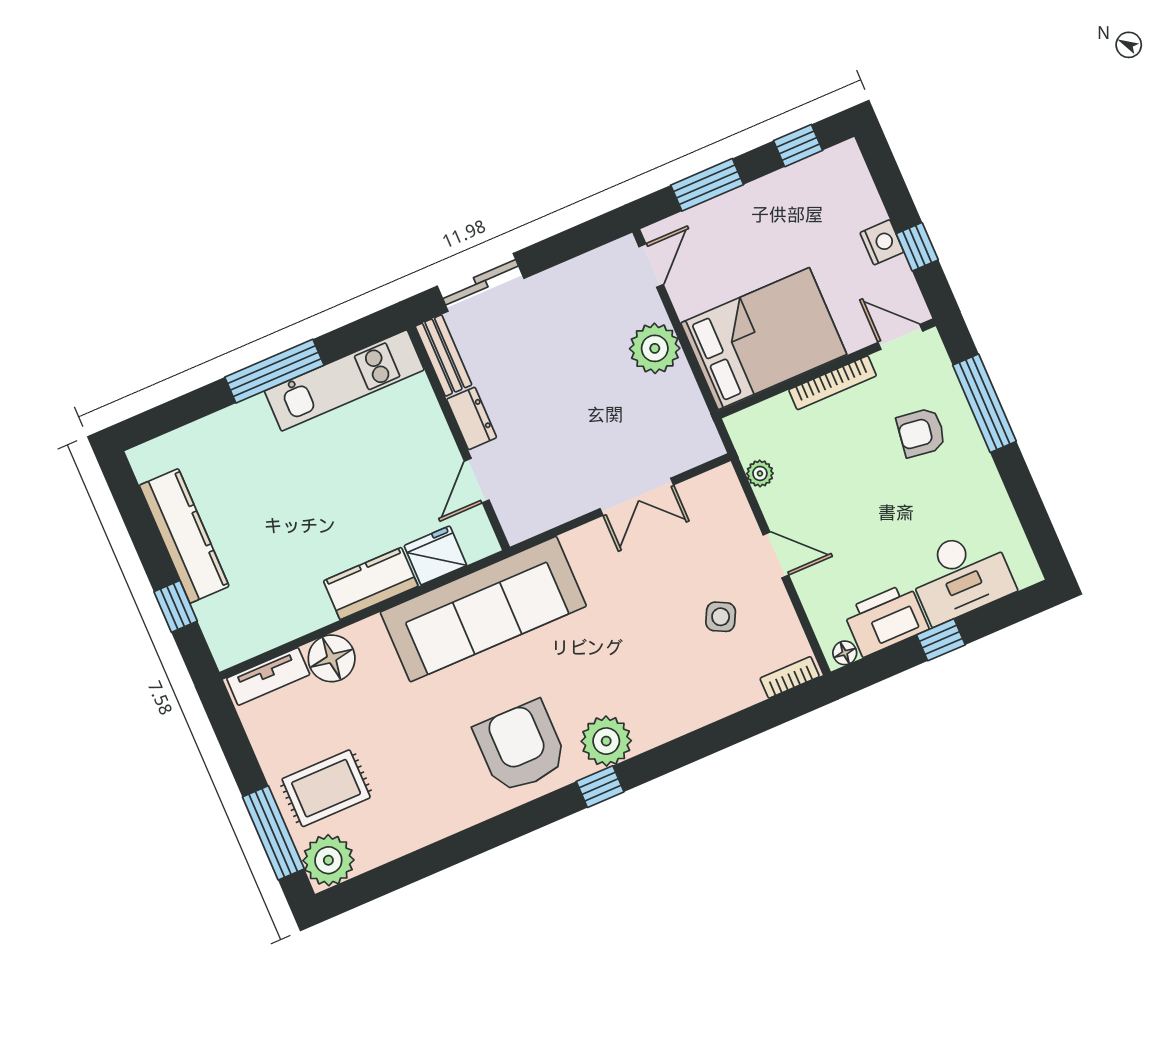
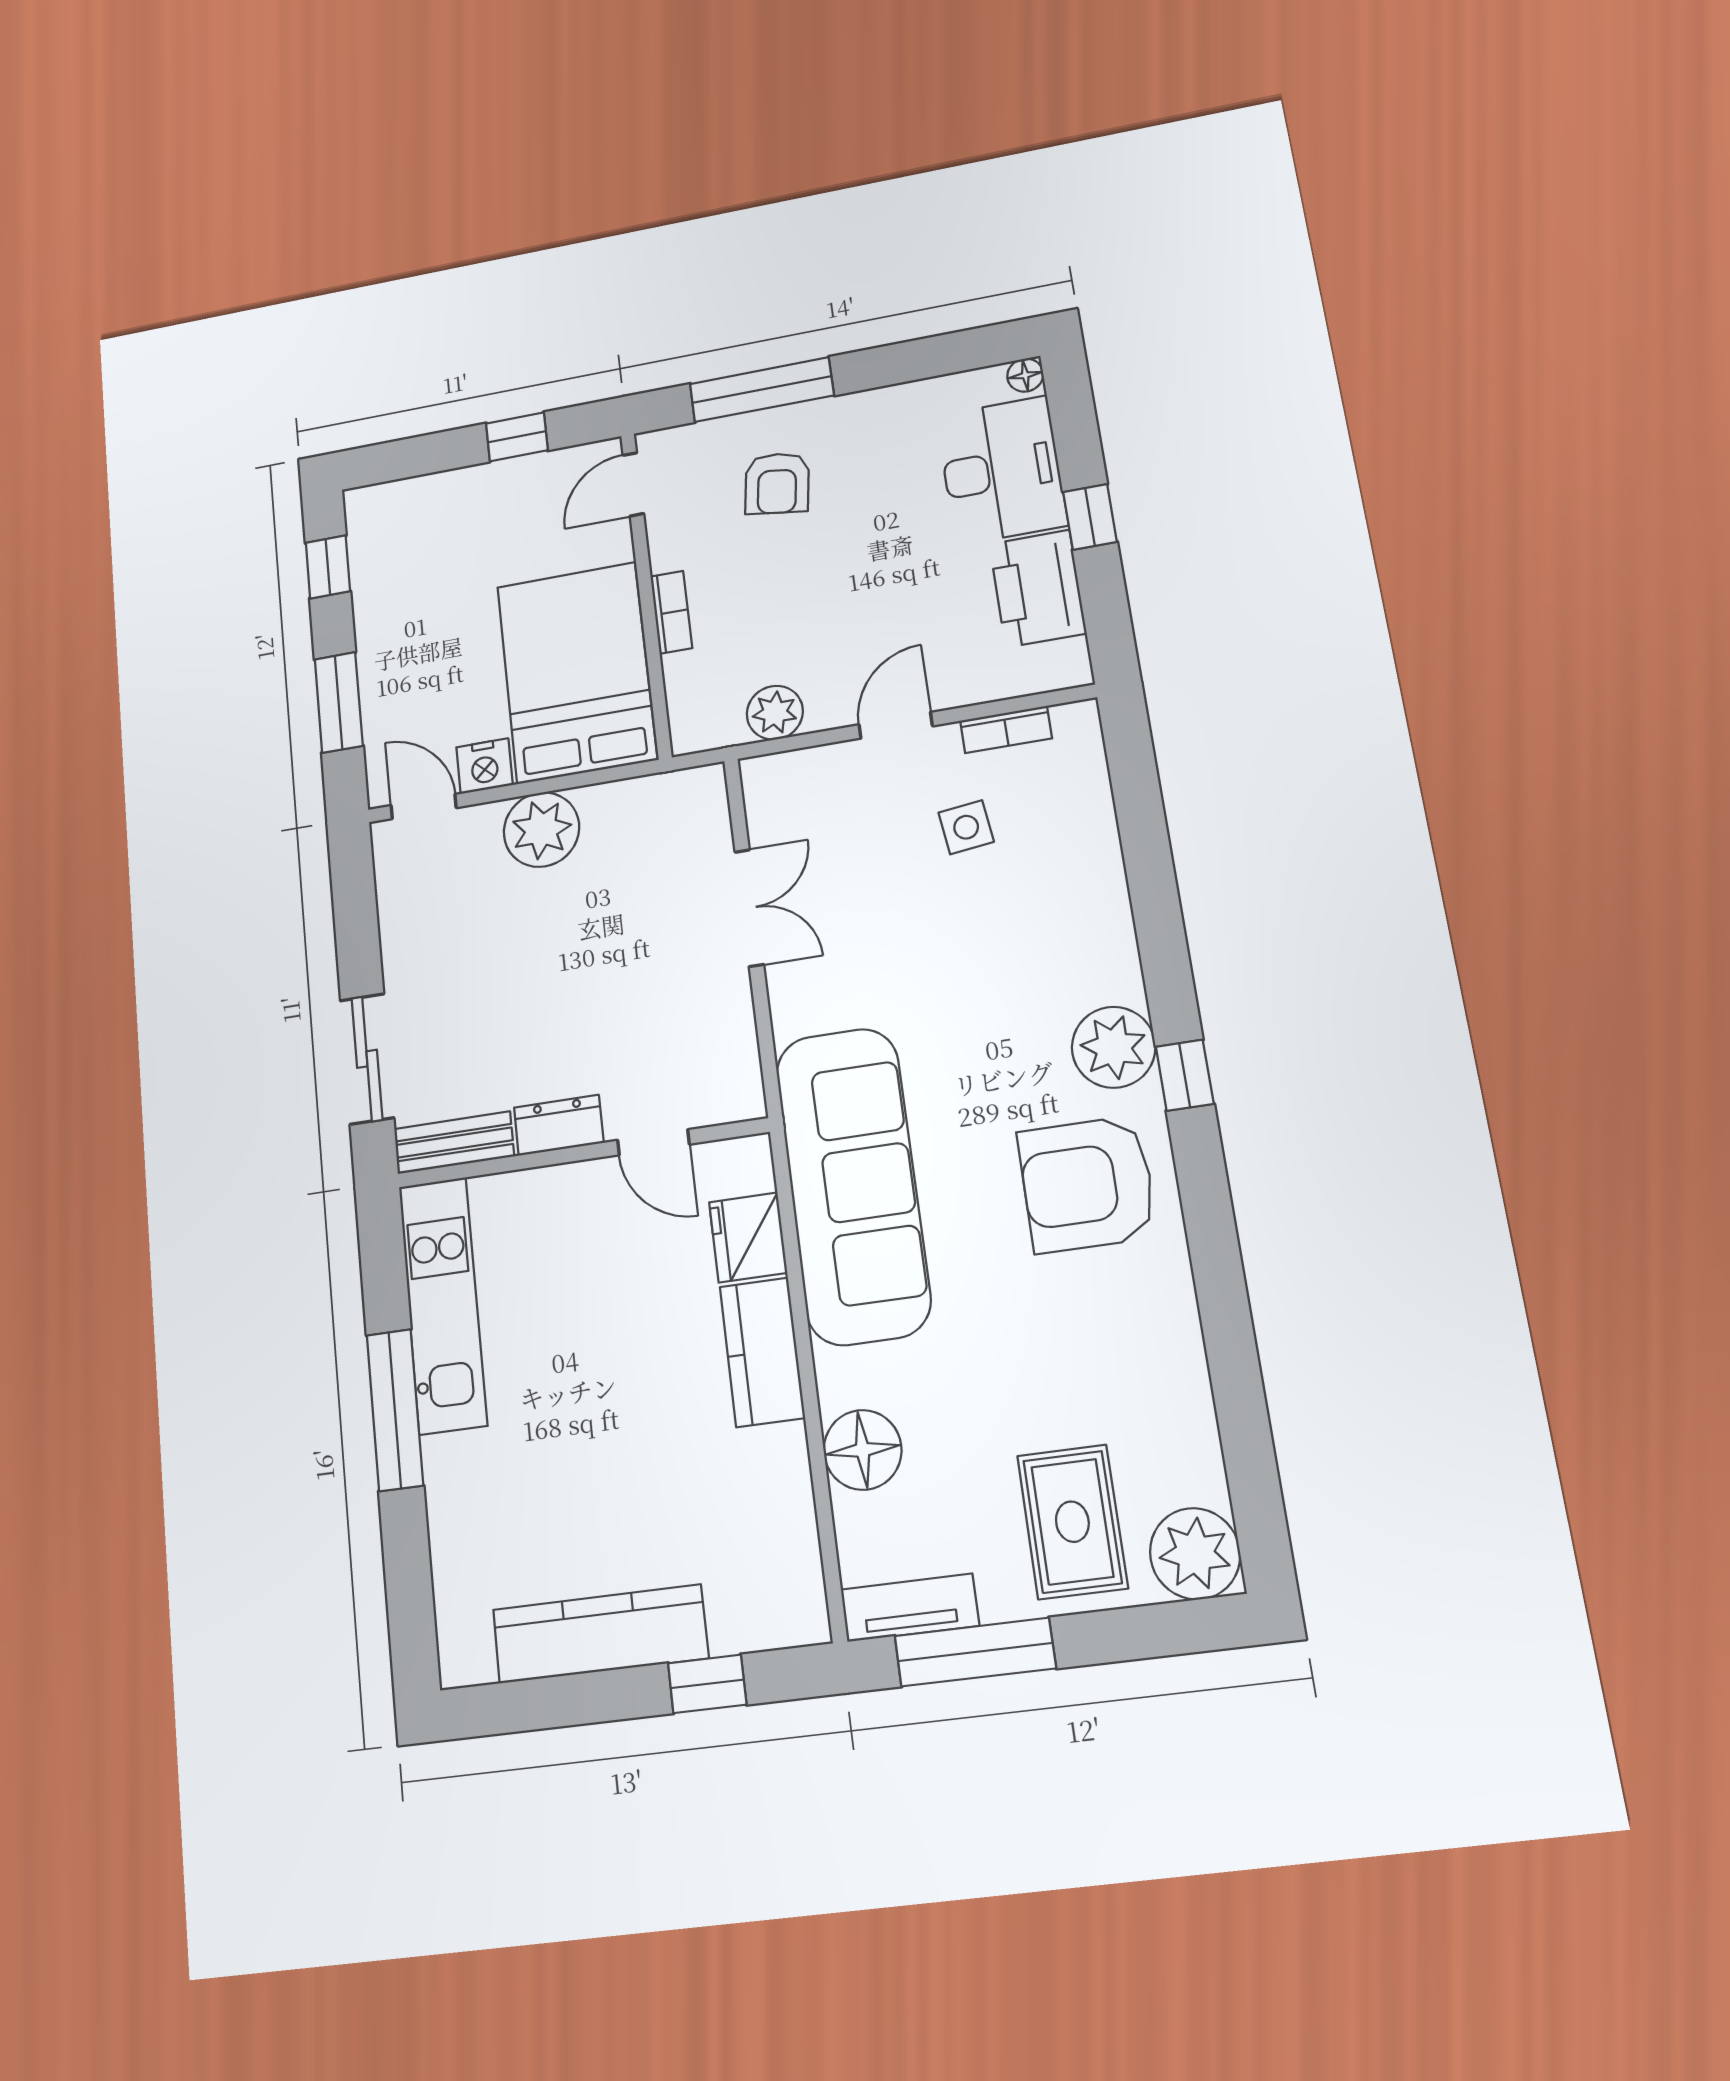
nightstand: (882, 242) -> (484, 766), moved, turned 180
bookcase: (833, 383) -> (671, 612), width x0.64
plant: (760, 473) -> (775, 713), width x1.38, depth x1.38
side table: (721, 617) -> (966, 827), turned -34
floor lamp: (845, 653) -> (1025, 375), moved
tv unit: (268, 676) -> (910, 1608), moved, turned -90
bookcase: (790, 677) -> (1006, 729), moved, turned -90
window: (273, 833) -> (975, 1652), moved

